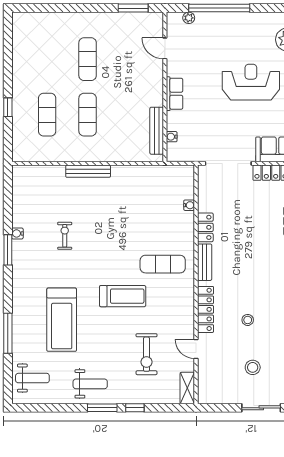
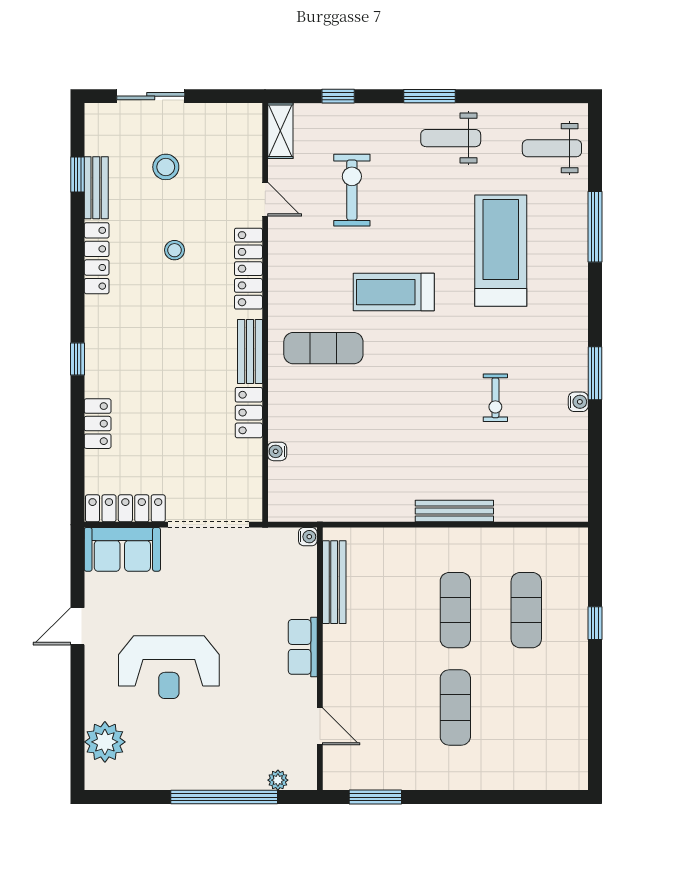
water cooler: (172, 137) -> (308, 537), moved
window: (135, 408) -> (338, 96), moved

